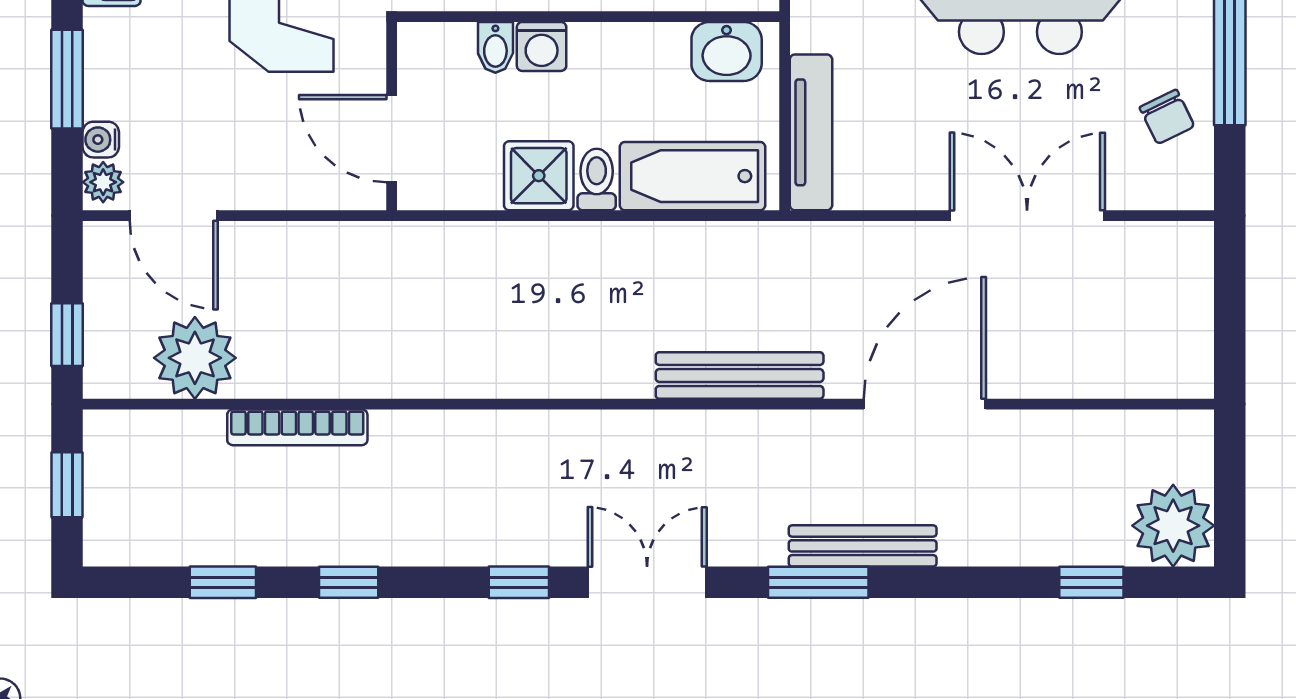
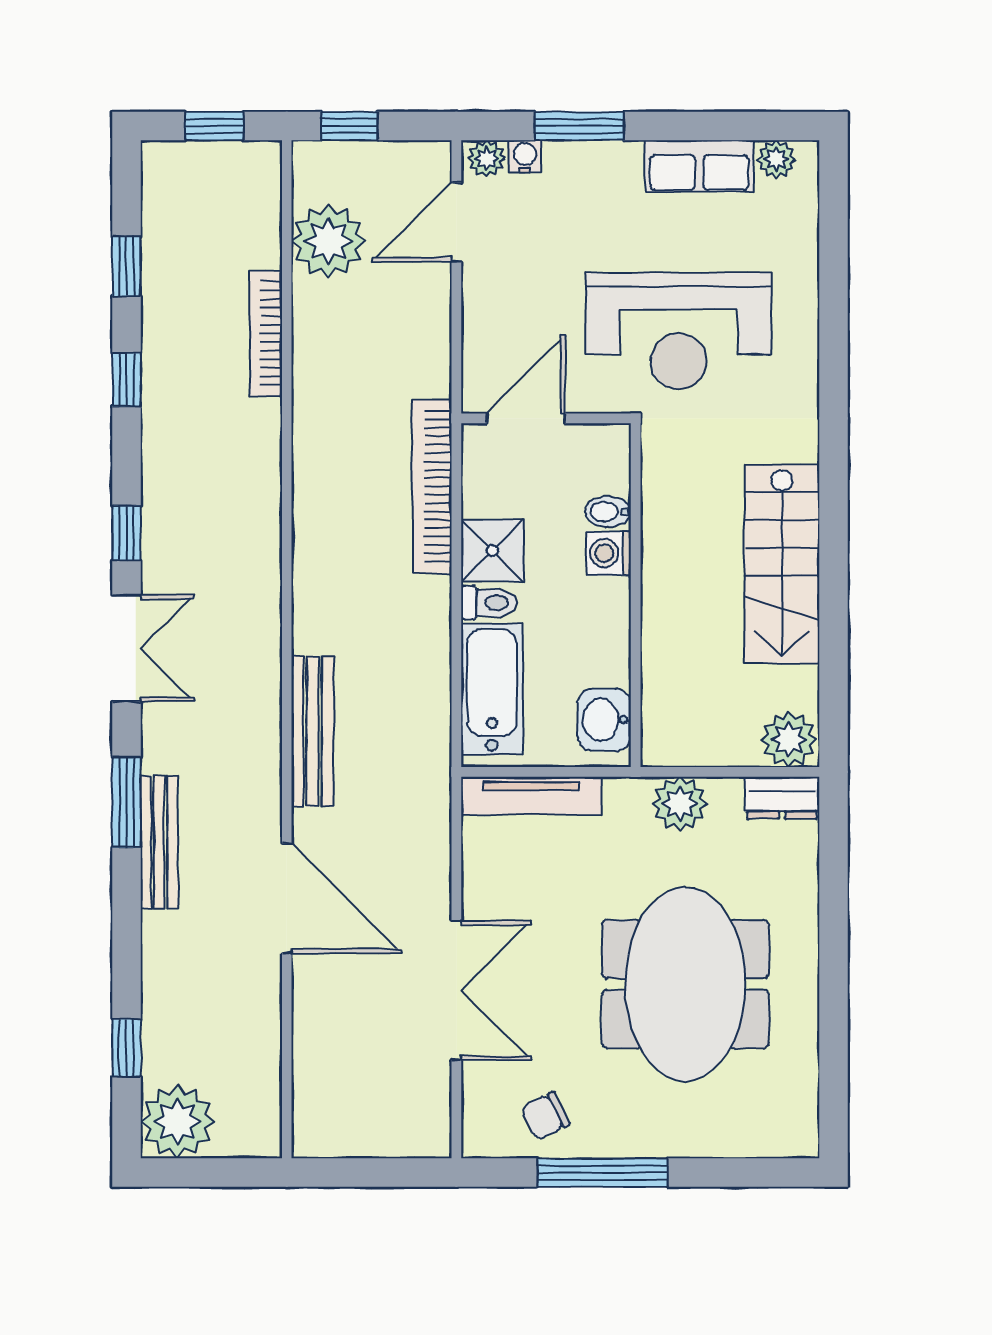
bookcase: (467, 243) -> (432, 487), added

